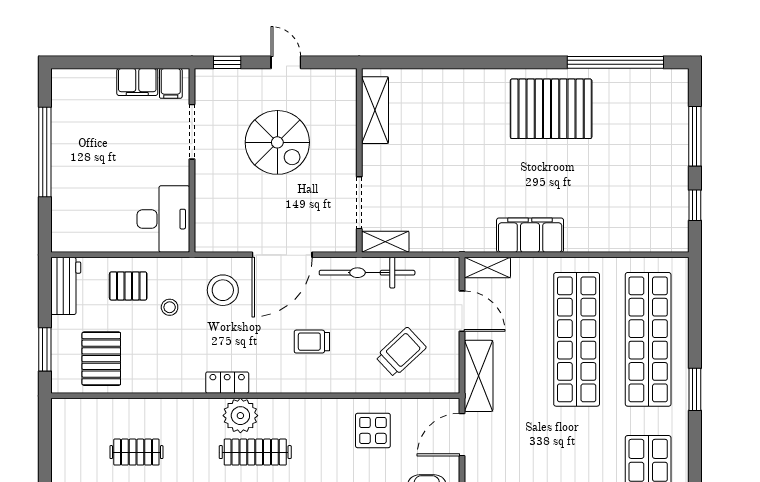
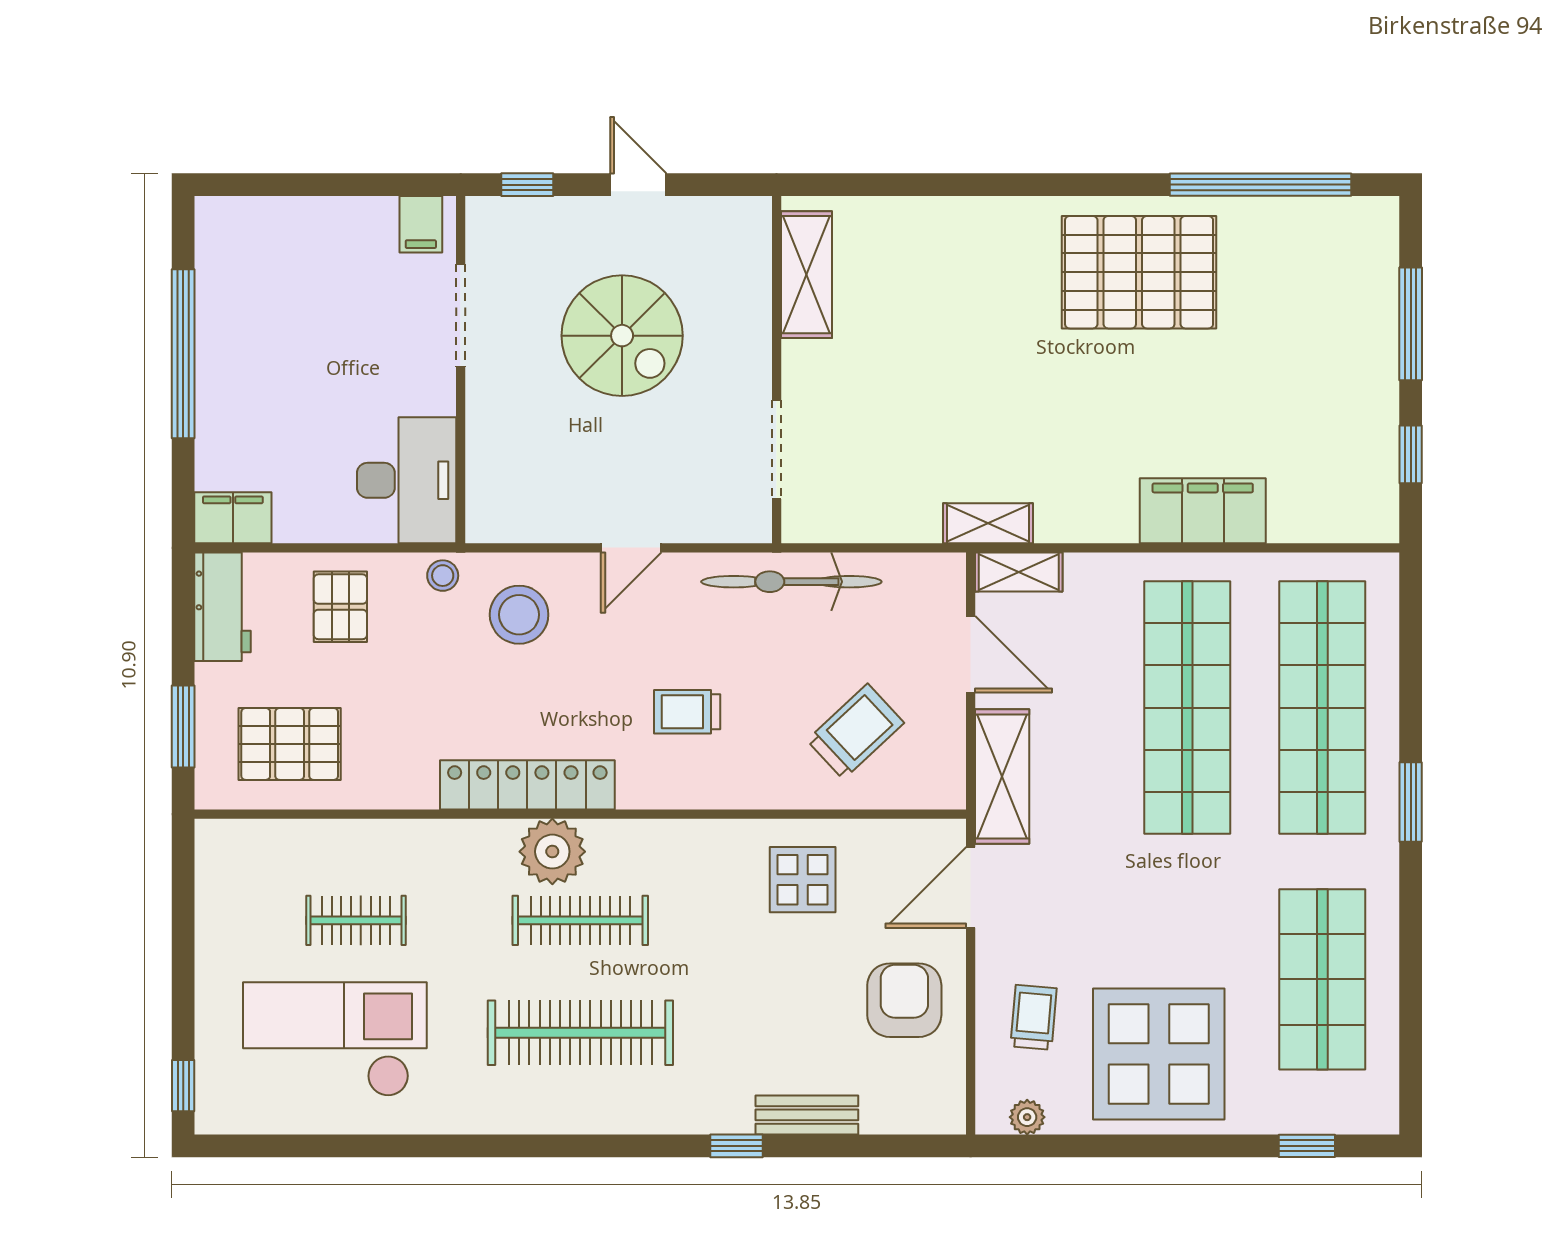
filing cabinet: (137, 82) -> (233, 518), moved, turned 180
filing cabinet: (530, 235) -> (1203, 511), moved
shelving: (385, 242) -> (988, 523), moved
door: (282, 255) -> (631, 548), width x0.53
pallet: (128, 286) -> (340, 607), turned 90
stool: (170, 307) -> (443, 576), moved
pallet: (101, 359) -> (290, 744), turned 90
locker: (227, 383) -> (527, 785), width x2.16, depth x1.21

